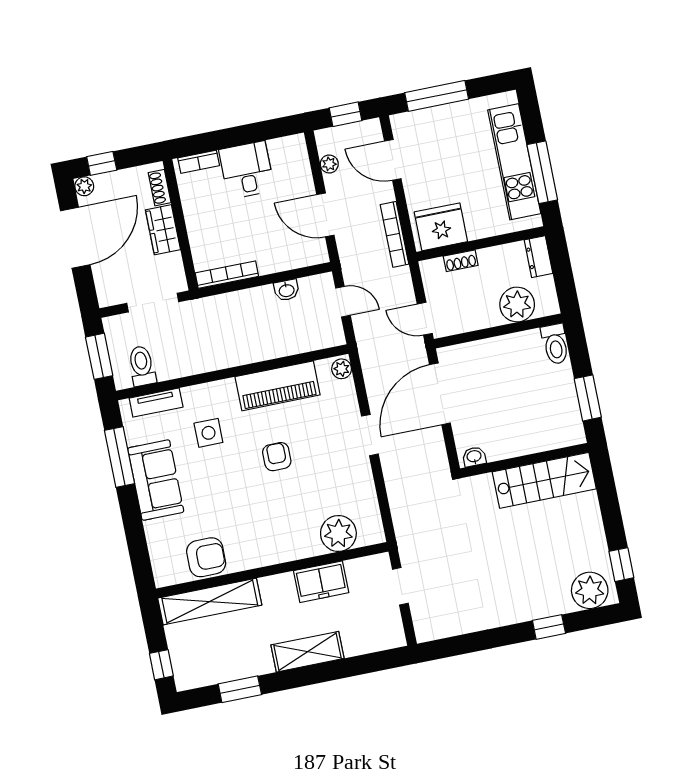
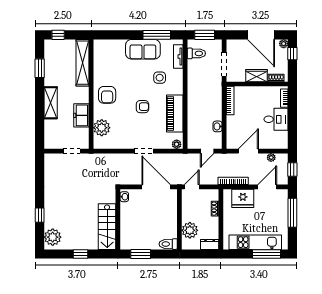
window: (542, 172) -> (267, 254), moved
fridge: (441, 227) -> (243, 198), moved, turned 90
armchair: (206, 557) -> (107, 95), moved
window: (621, 565) -> (80, 254), moved

